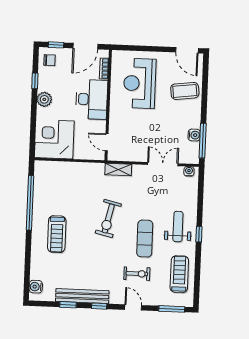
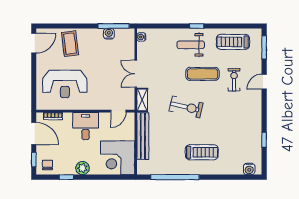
desk: (92, 99) -> (86, 126), width x0.73
double door: (163, 164) -> (136, 74), moved
bench: (82, 296) -> (143, 136), moved
window: (99, 306) -> (264, 112), removed

